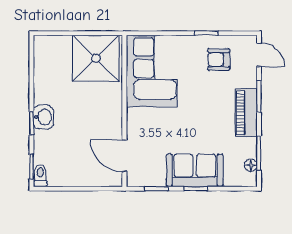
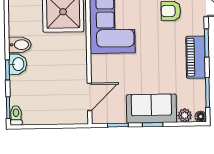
bidet: (46, 95) -> (20, 45), added
door: (124, 156) -> (89, 97), swing flipped
floor lamp: (251, 165) -> (201, 117), moved
plant: (233, 179) -> (185, 115), added

